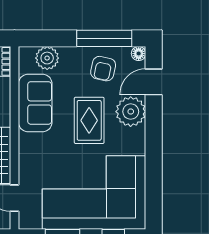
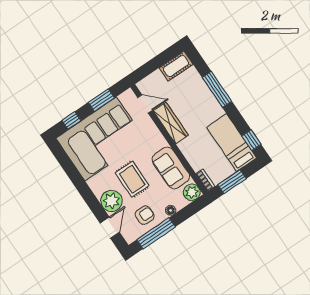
floor lamp: (139, 54) -> (171, 210), moved
plant: (47, 58) -> (192, 192), moved
armchair: (103, 69) -> (145, 215), turned 78

